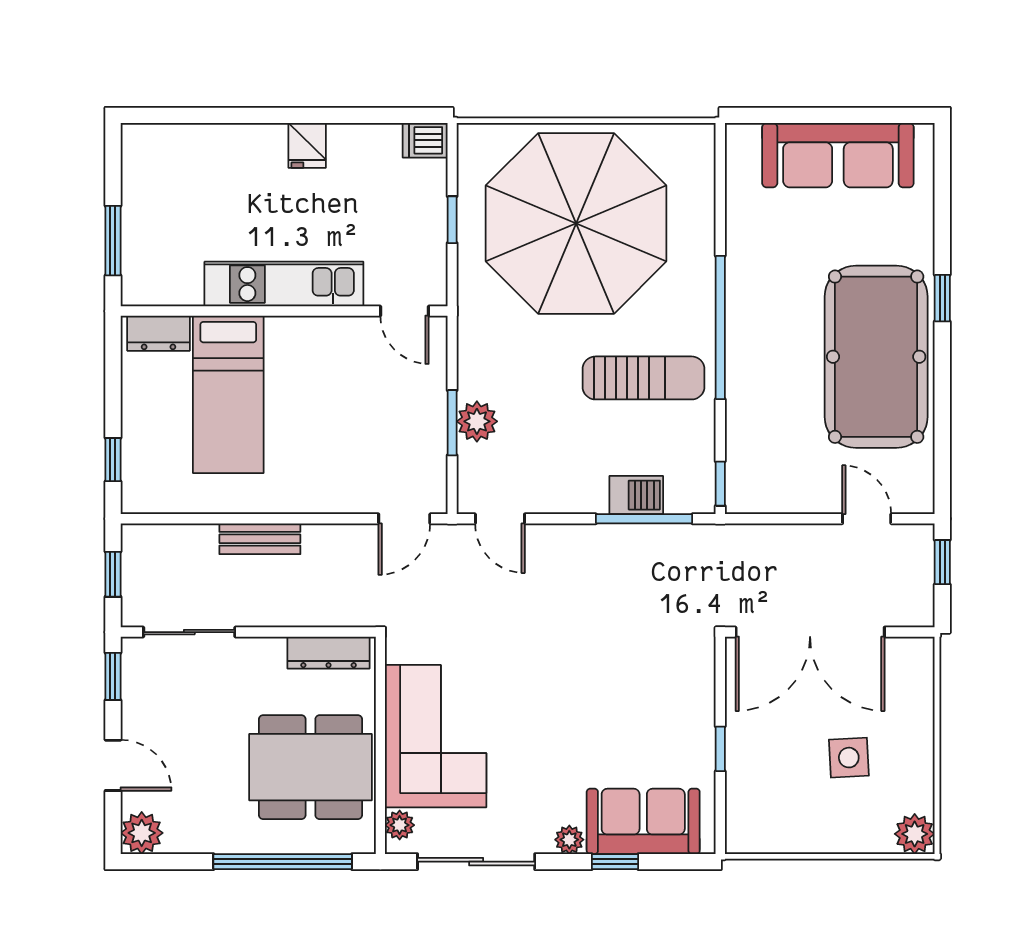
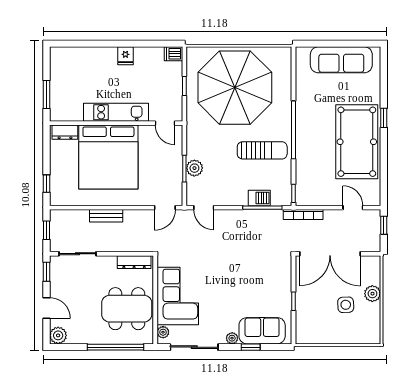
bed: (228, 394) -> (108, 157), width x2.04
bookcase: (744, 536) -> (303, 215), added
plant: (915, 834) -> (372, 294), moved

